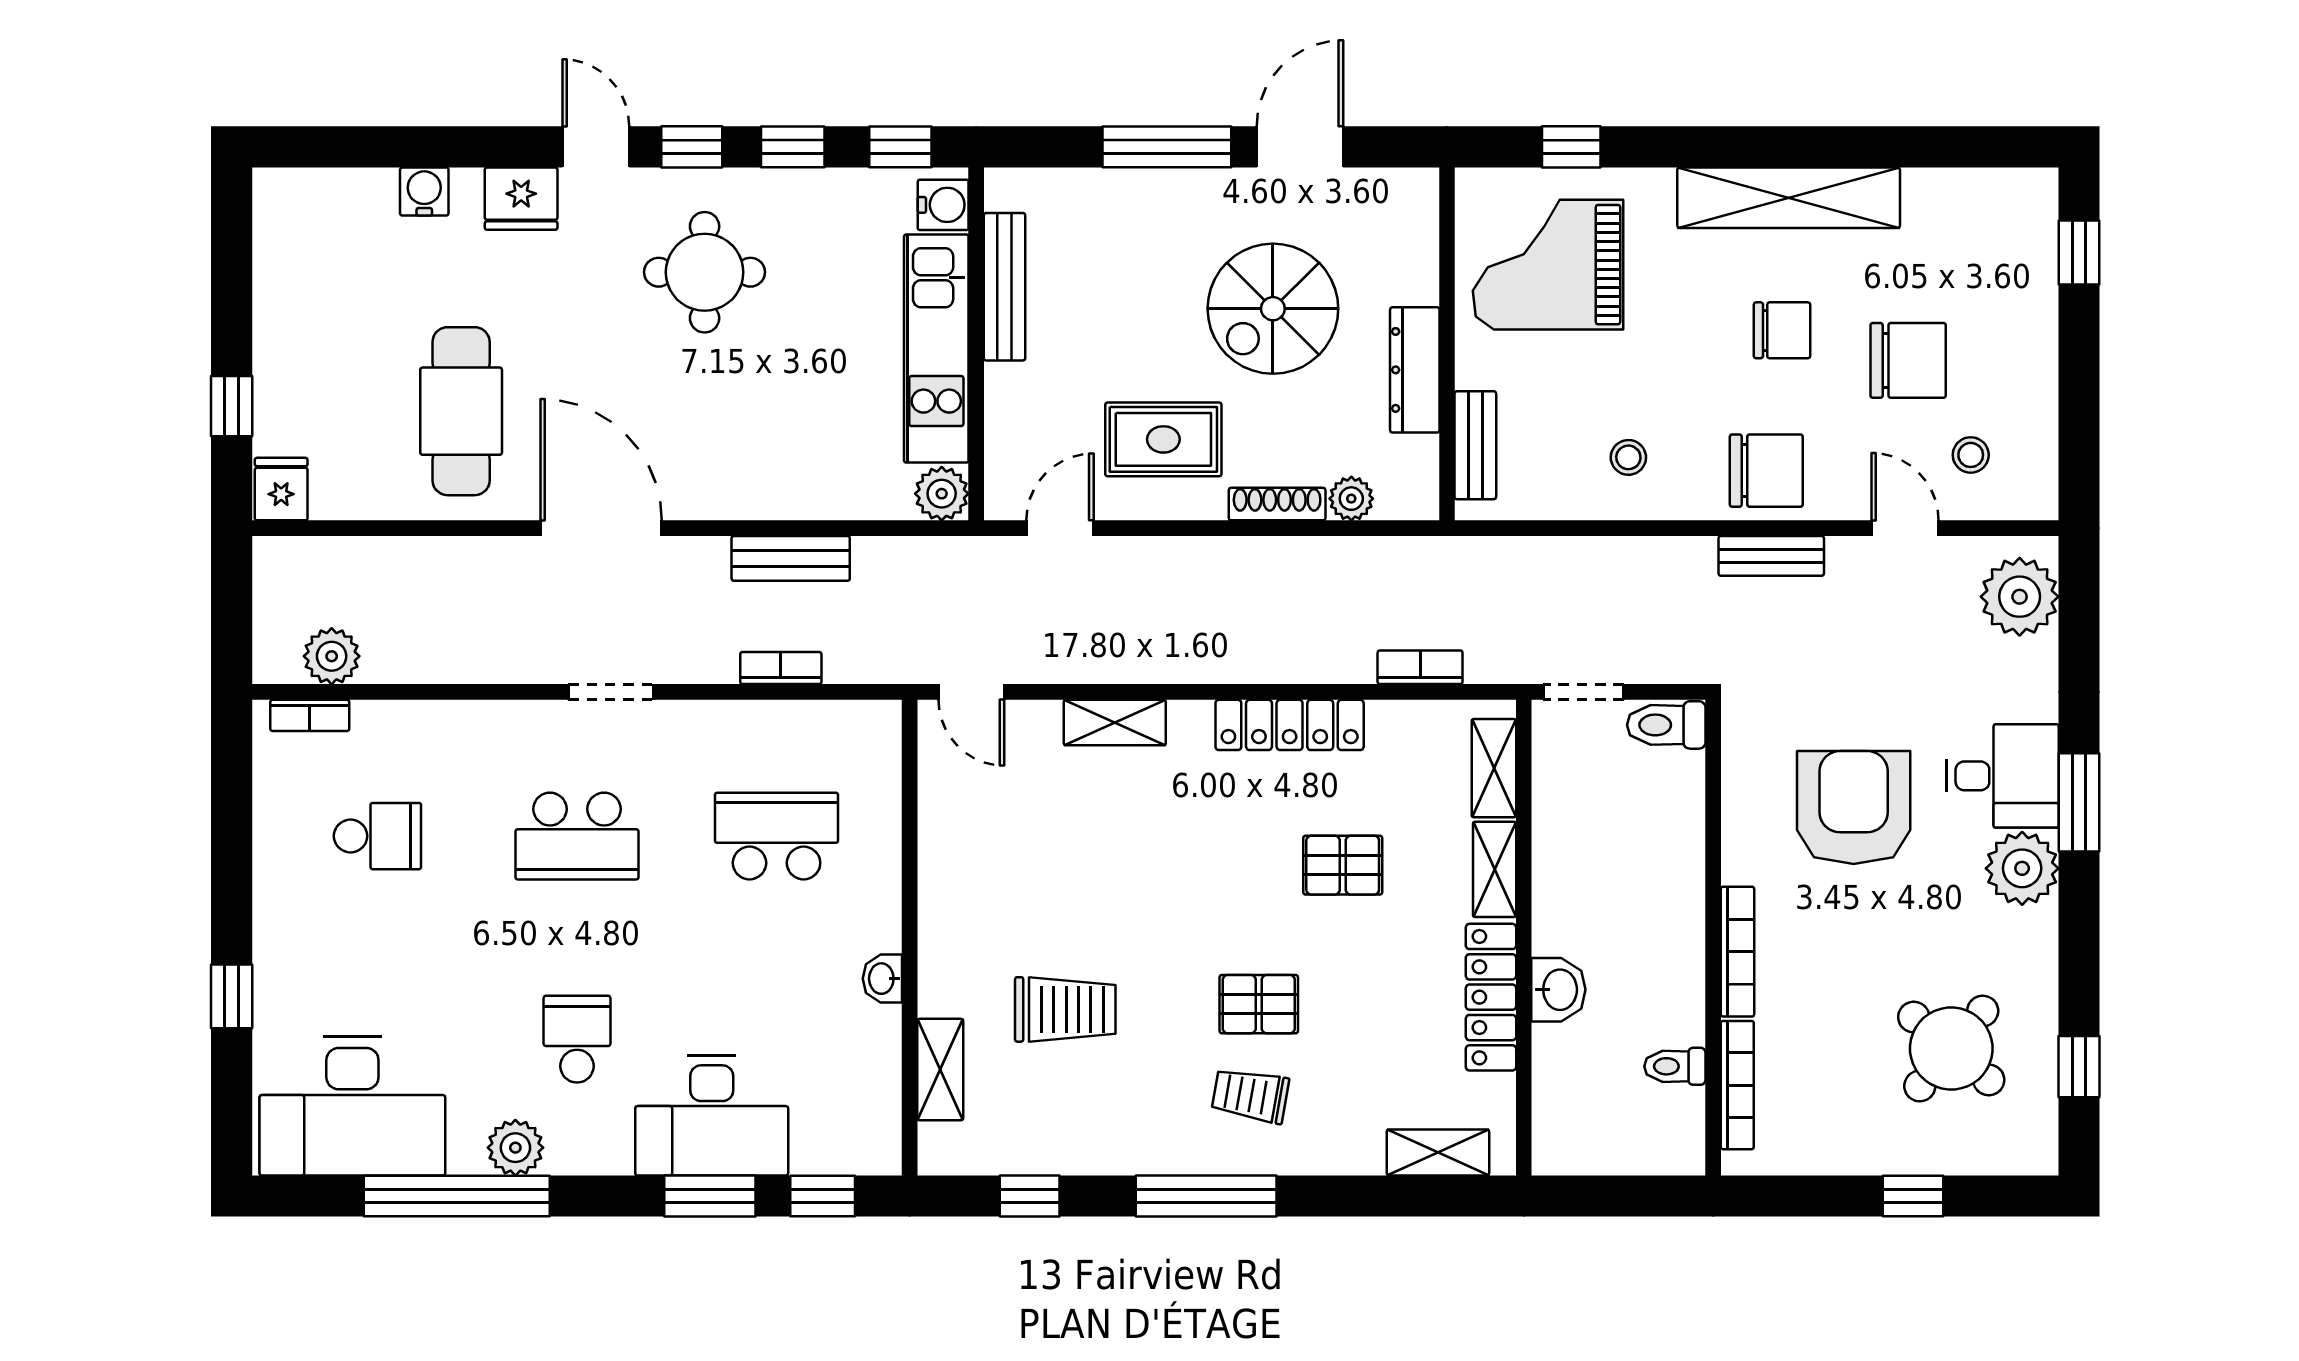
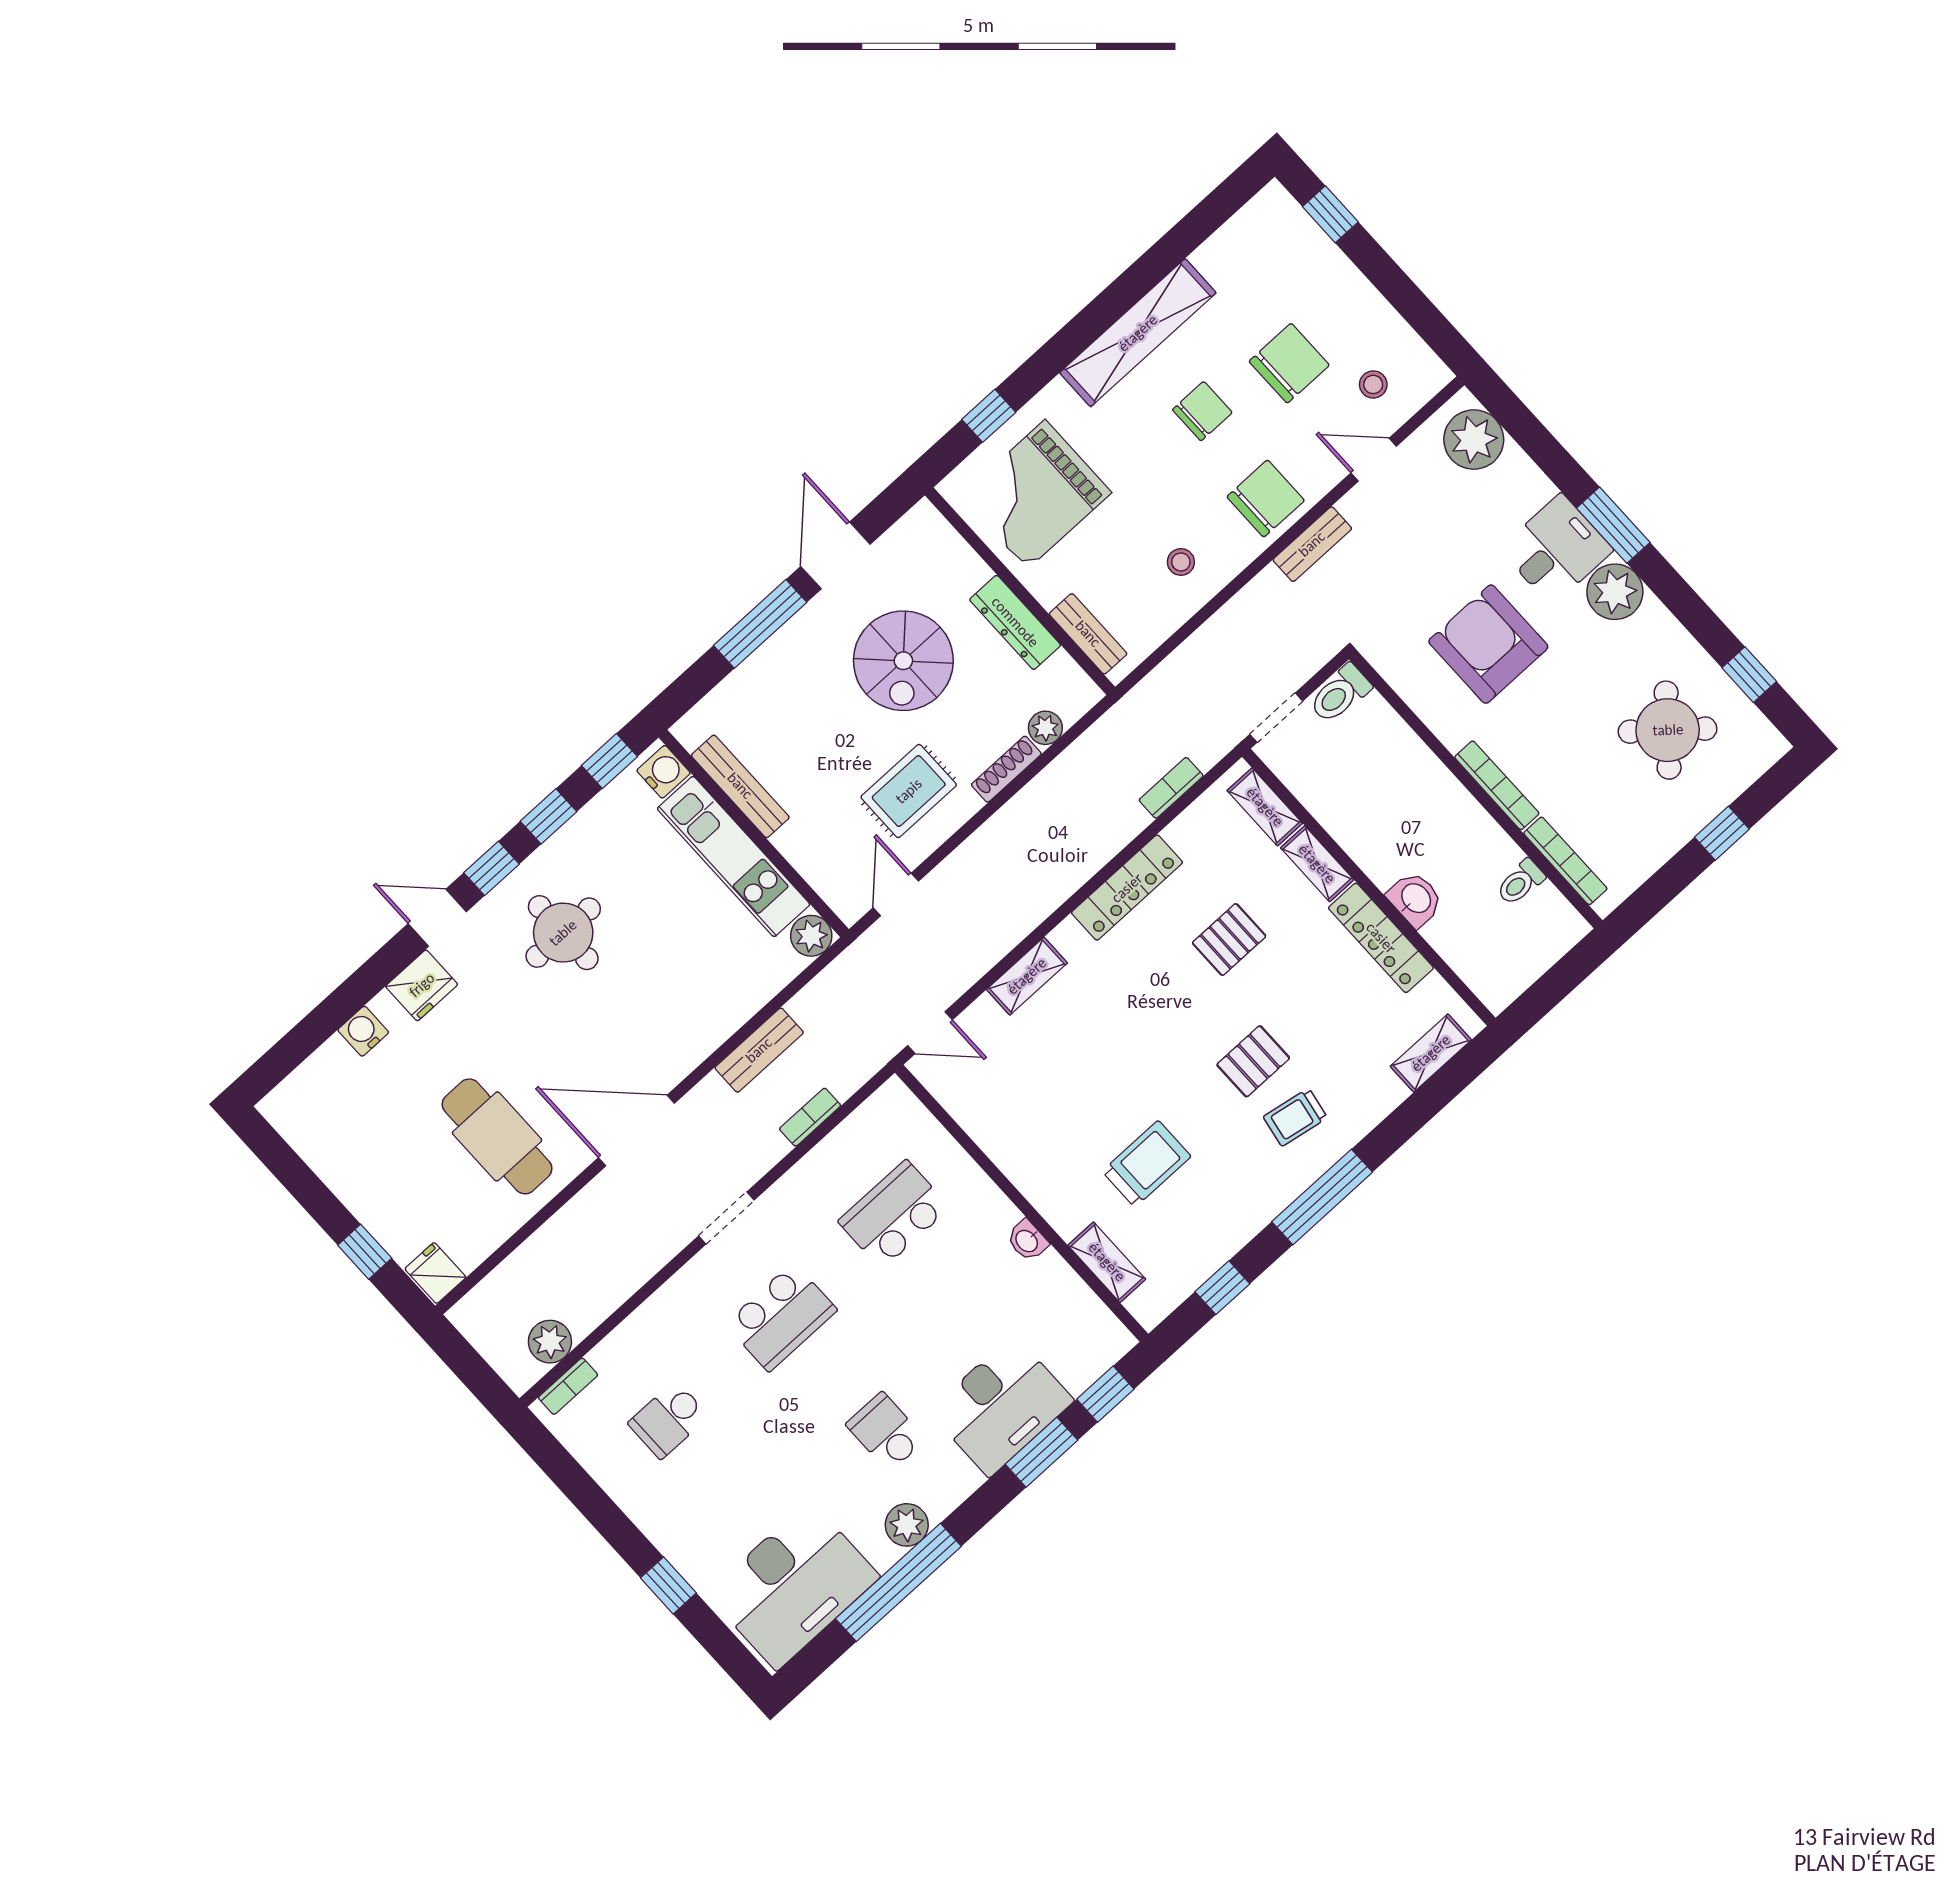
school desk: (377, 836) -> (668, 1420), turned 180

